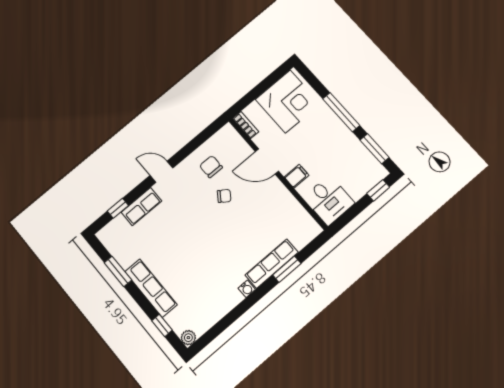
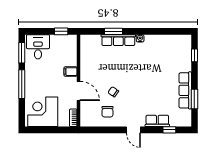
window: (378, 190) -> (61, 31), moved
desk: (329, 200) -> (38, 47), moved
row of seats: (151, 288) -> (185, 90), moved
plant: (188, 338) -> (187, 39), removed

